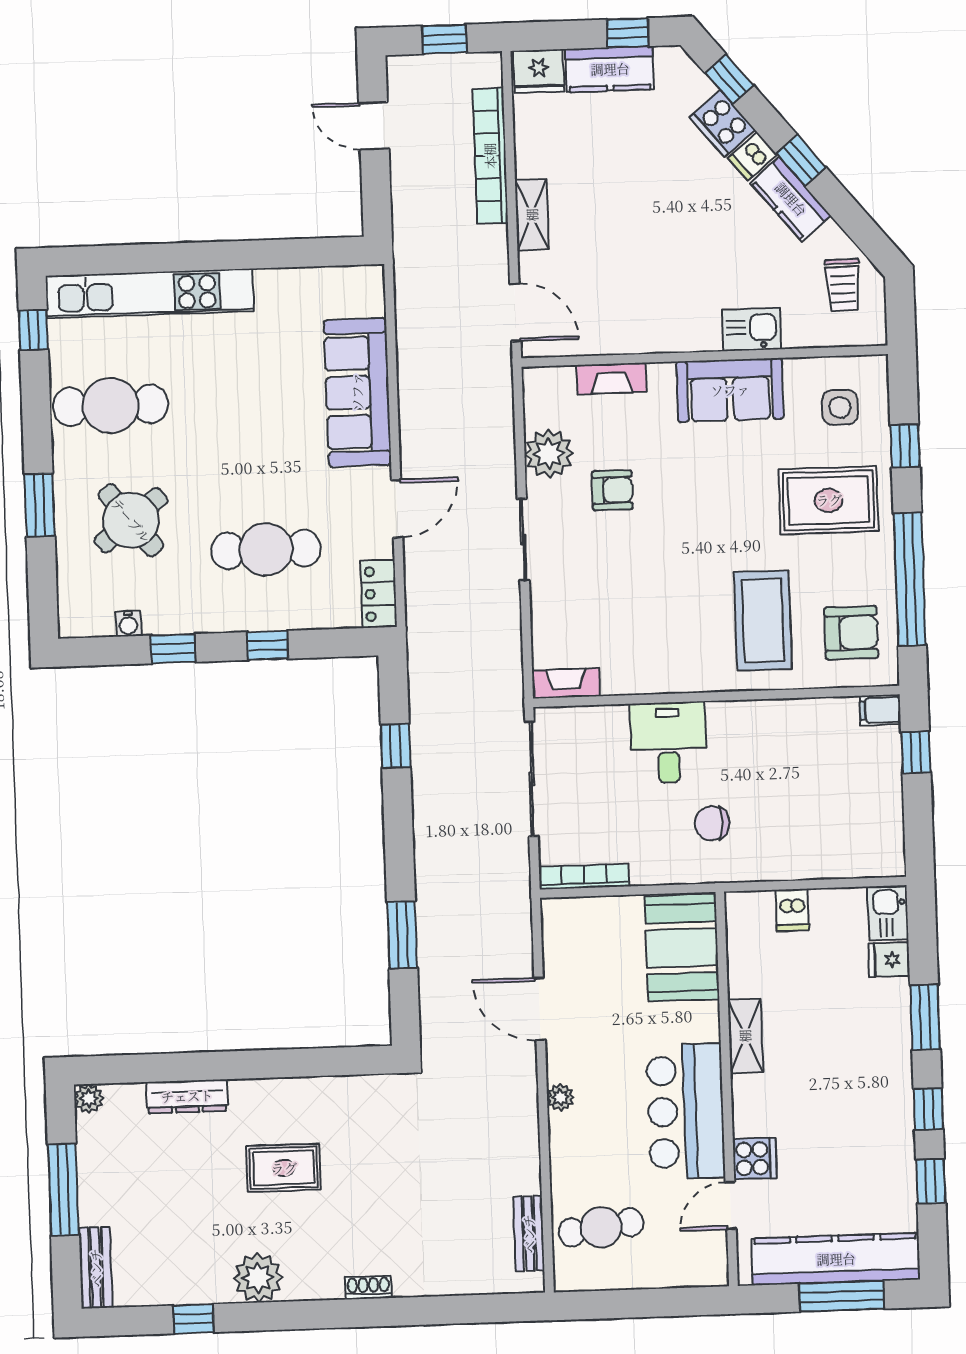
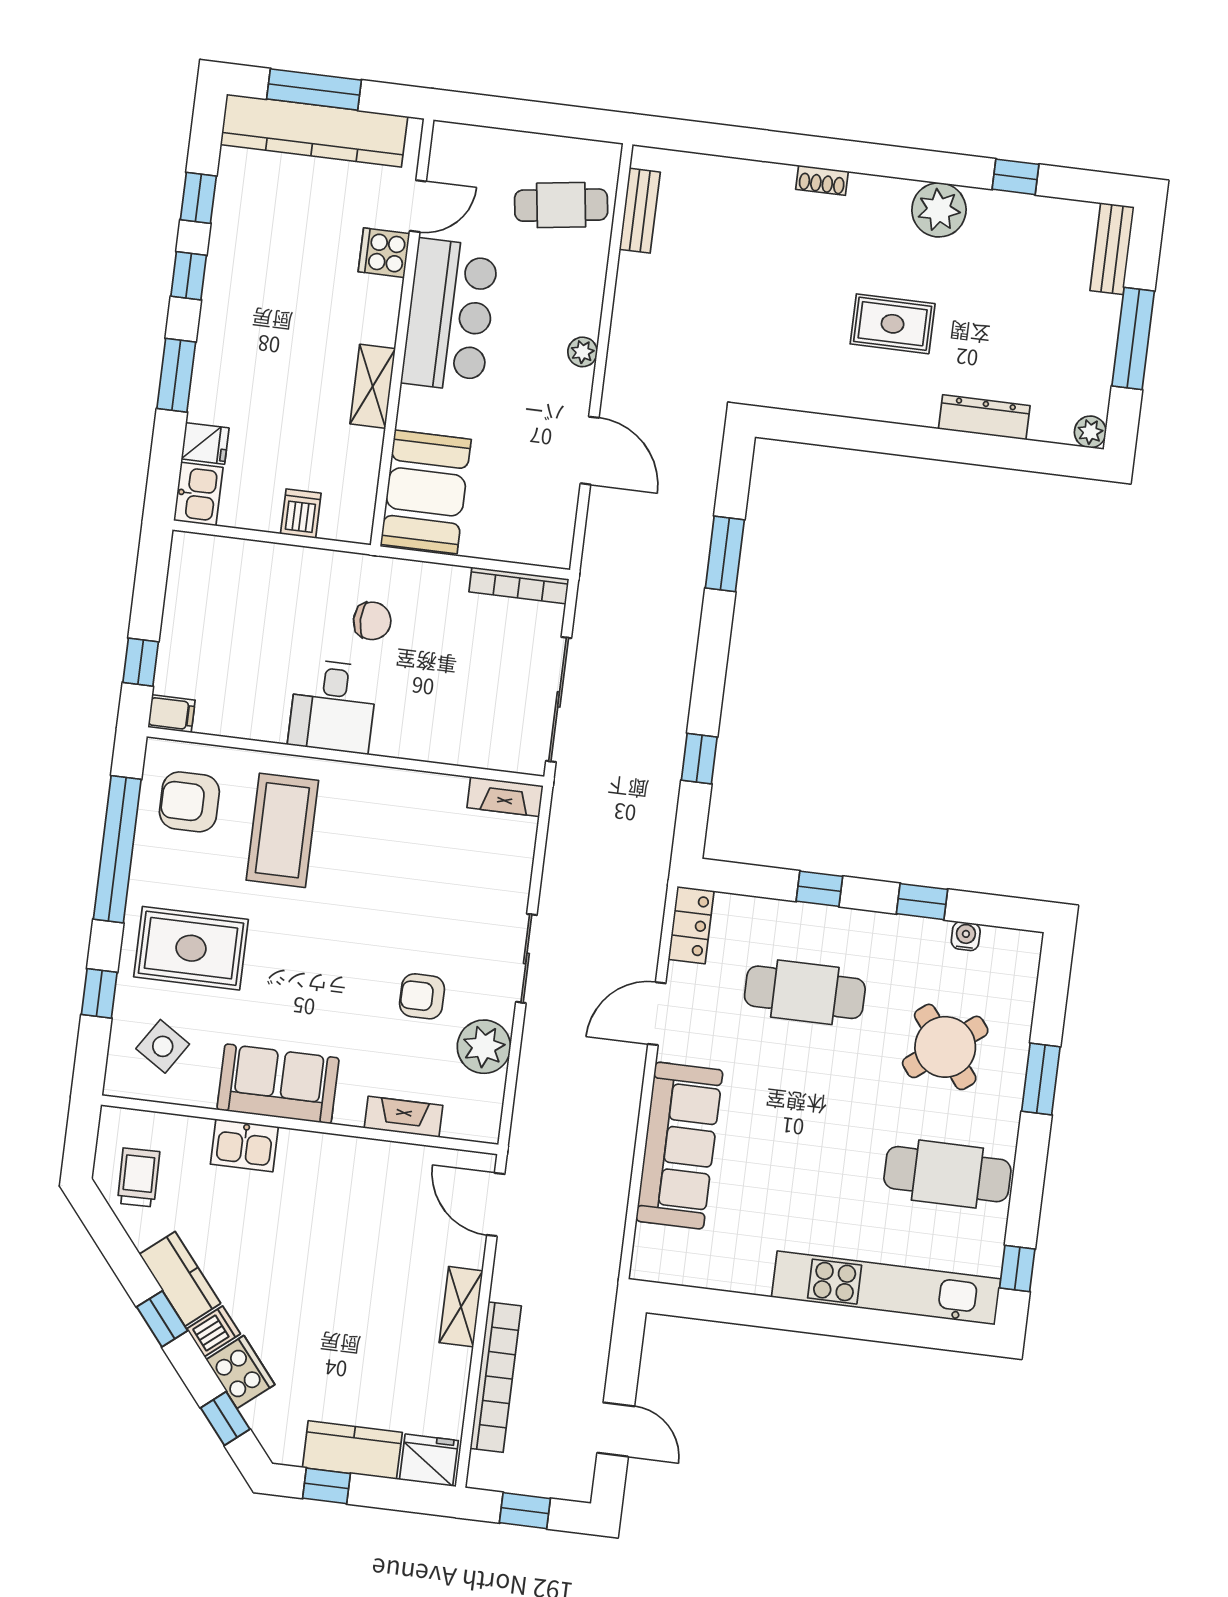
side table: (840, 407) -> (163, 1046), turned 33
desk: (668, 743) -> (333, 706), moved

